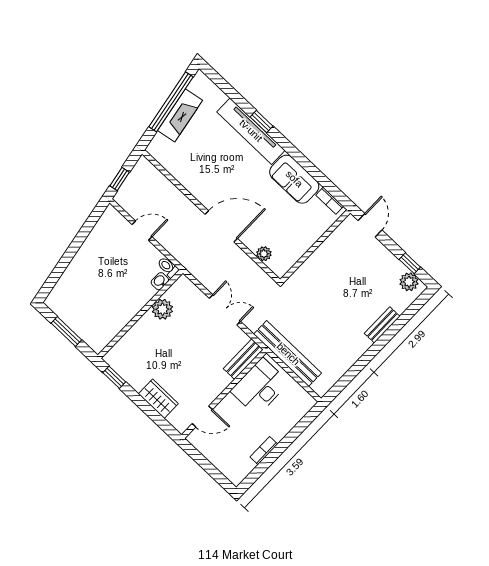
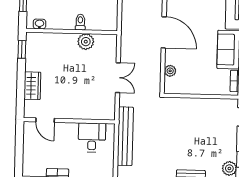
toilet: (168, 267) -> (80, 22), moved
washbasin: (160, 281) -> (39, 24), moved
bench: (243, 359) -> (99, 114), removed
desk: (260, 387) -> (92, 138), width x0.73

